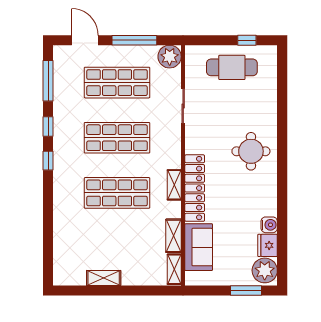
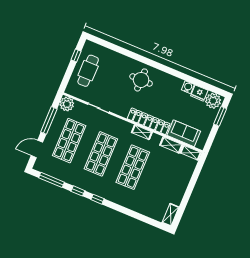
shelving: (104, 278) -> (170, 215), moved

